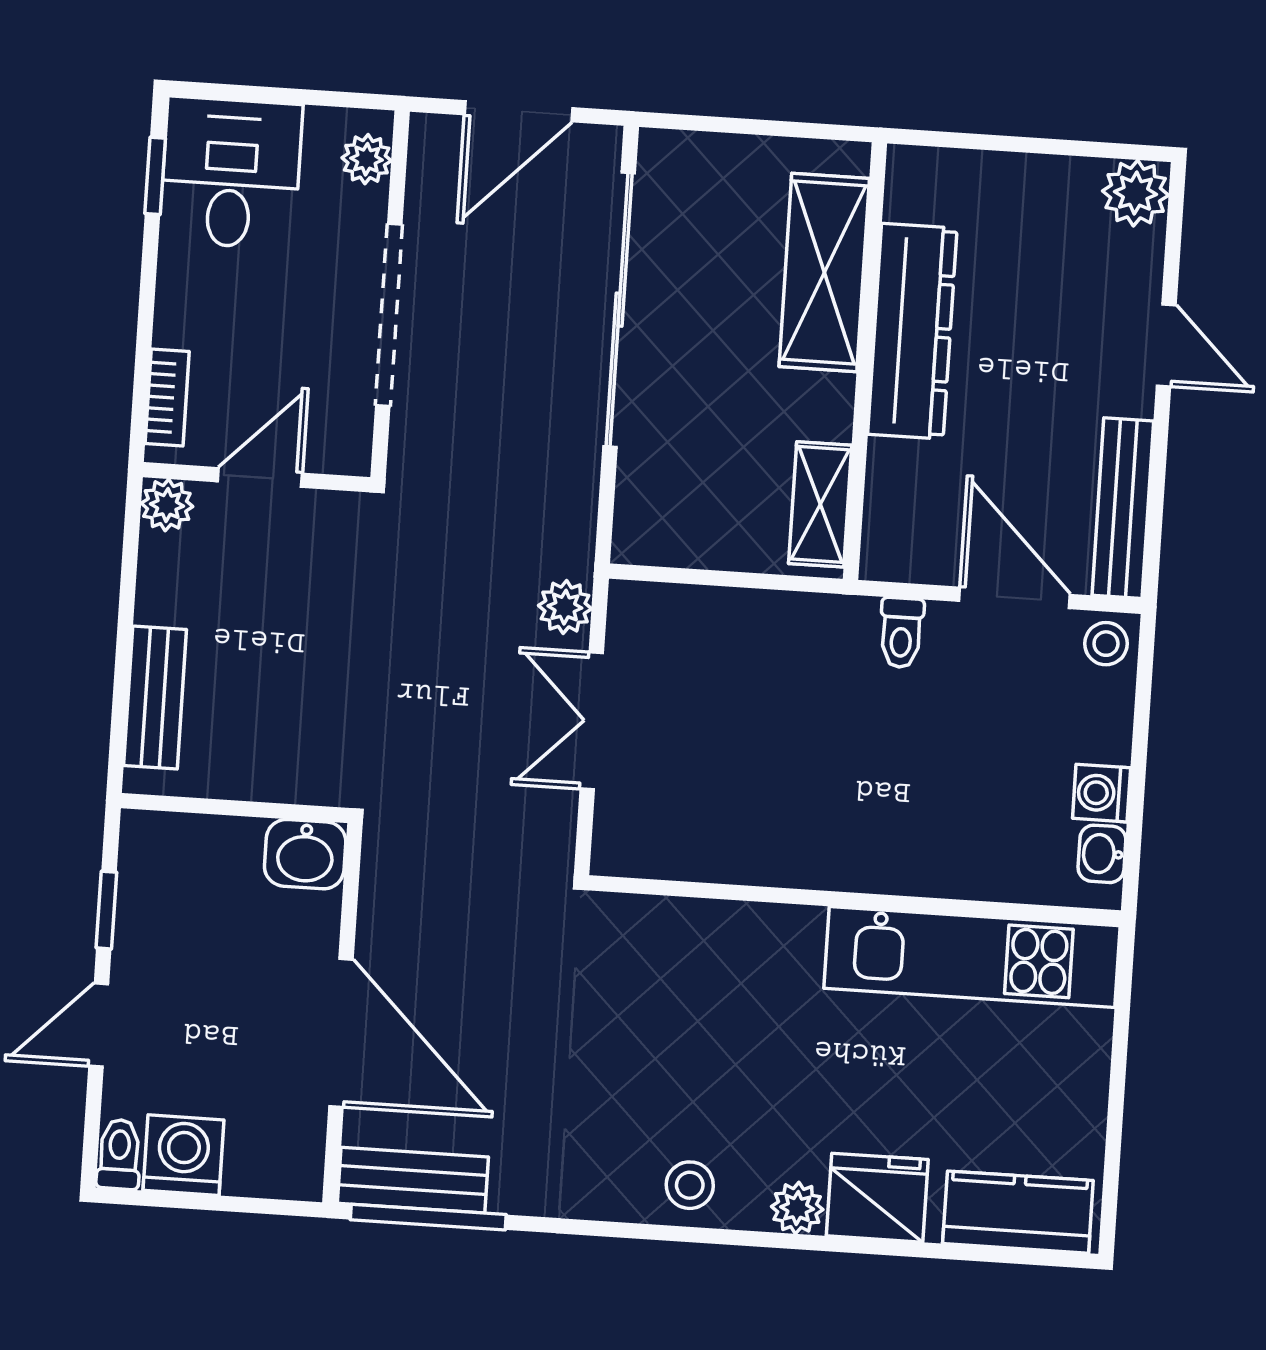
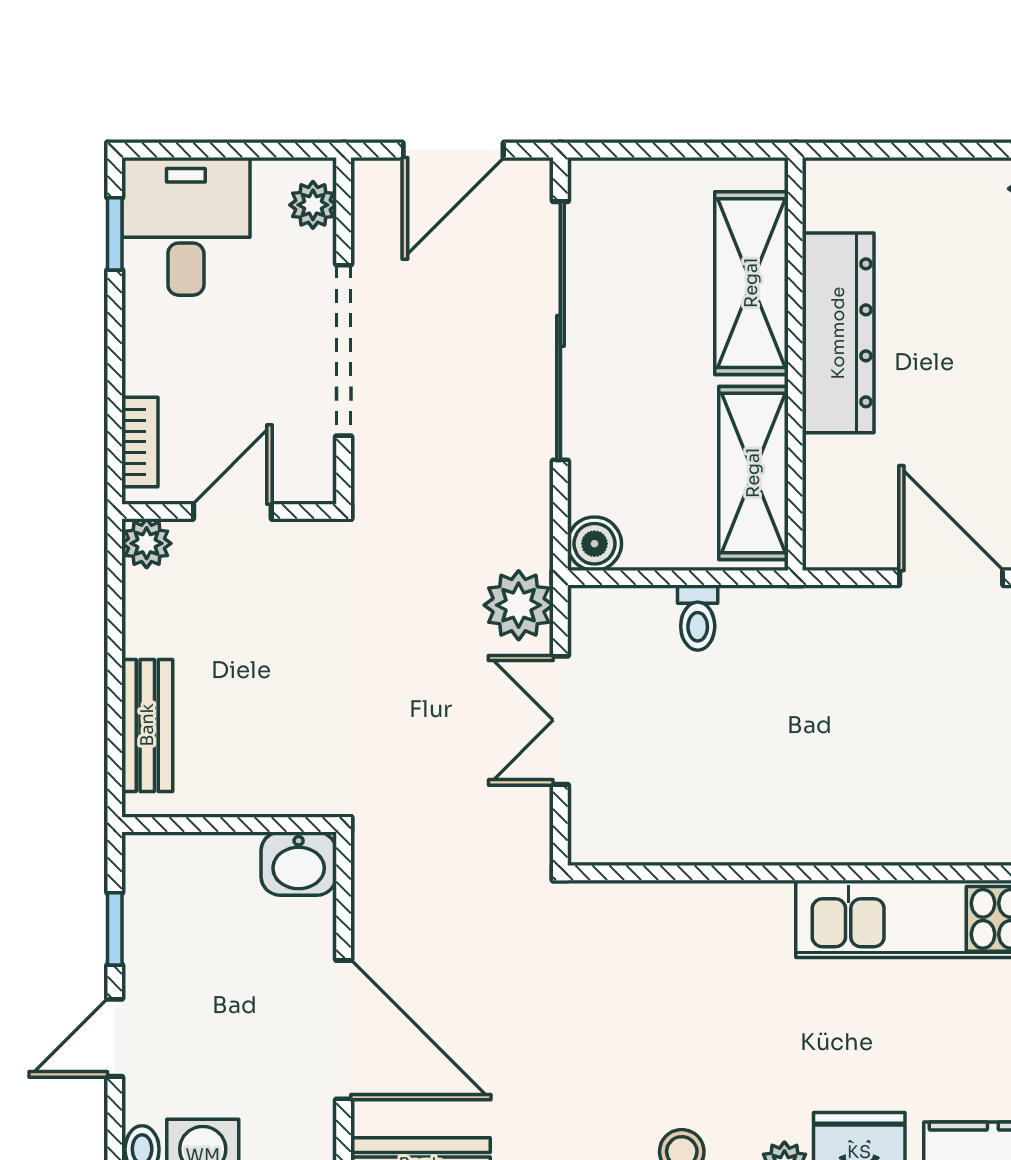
shelving: (820, 504) -> (753, 473), width x1.50, depth x1.33
boiler: (640, 537) -> (594, 544), added
plant: (565, 607) -> (519, 605), width x1.38, depth x1.38
toilet: (901, 633) -> (698, 618), moved

